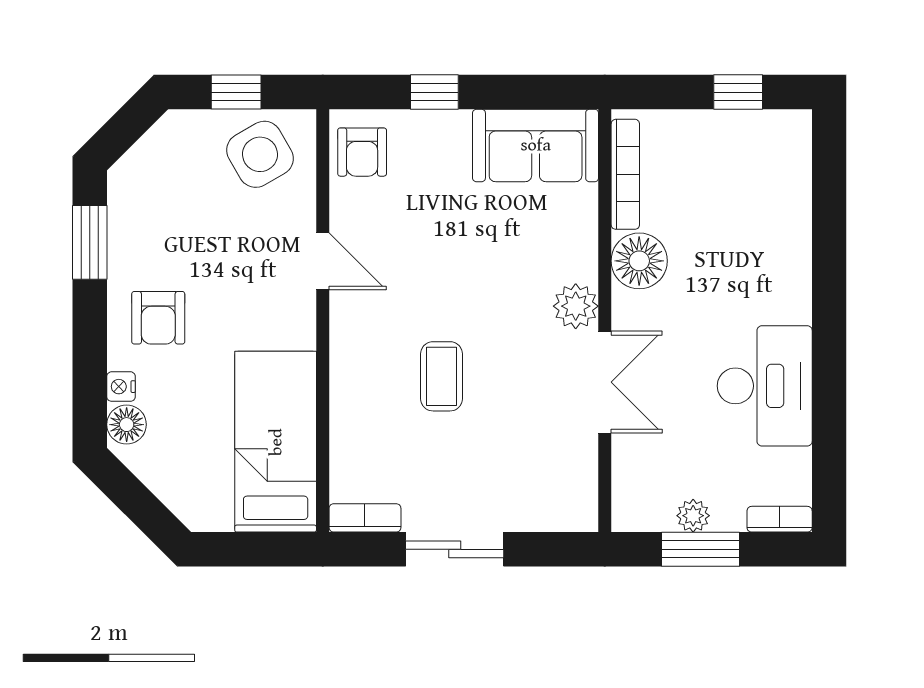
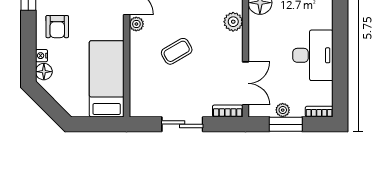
plant: (346, 312) -> (136, 24), added
coffee table: (442, 376) -> (177, 51), turned 60
double door: (605, 382) -> (245, 83), moved
bookcase: (365, 518) -> (228, 111), moved

